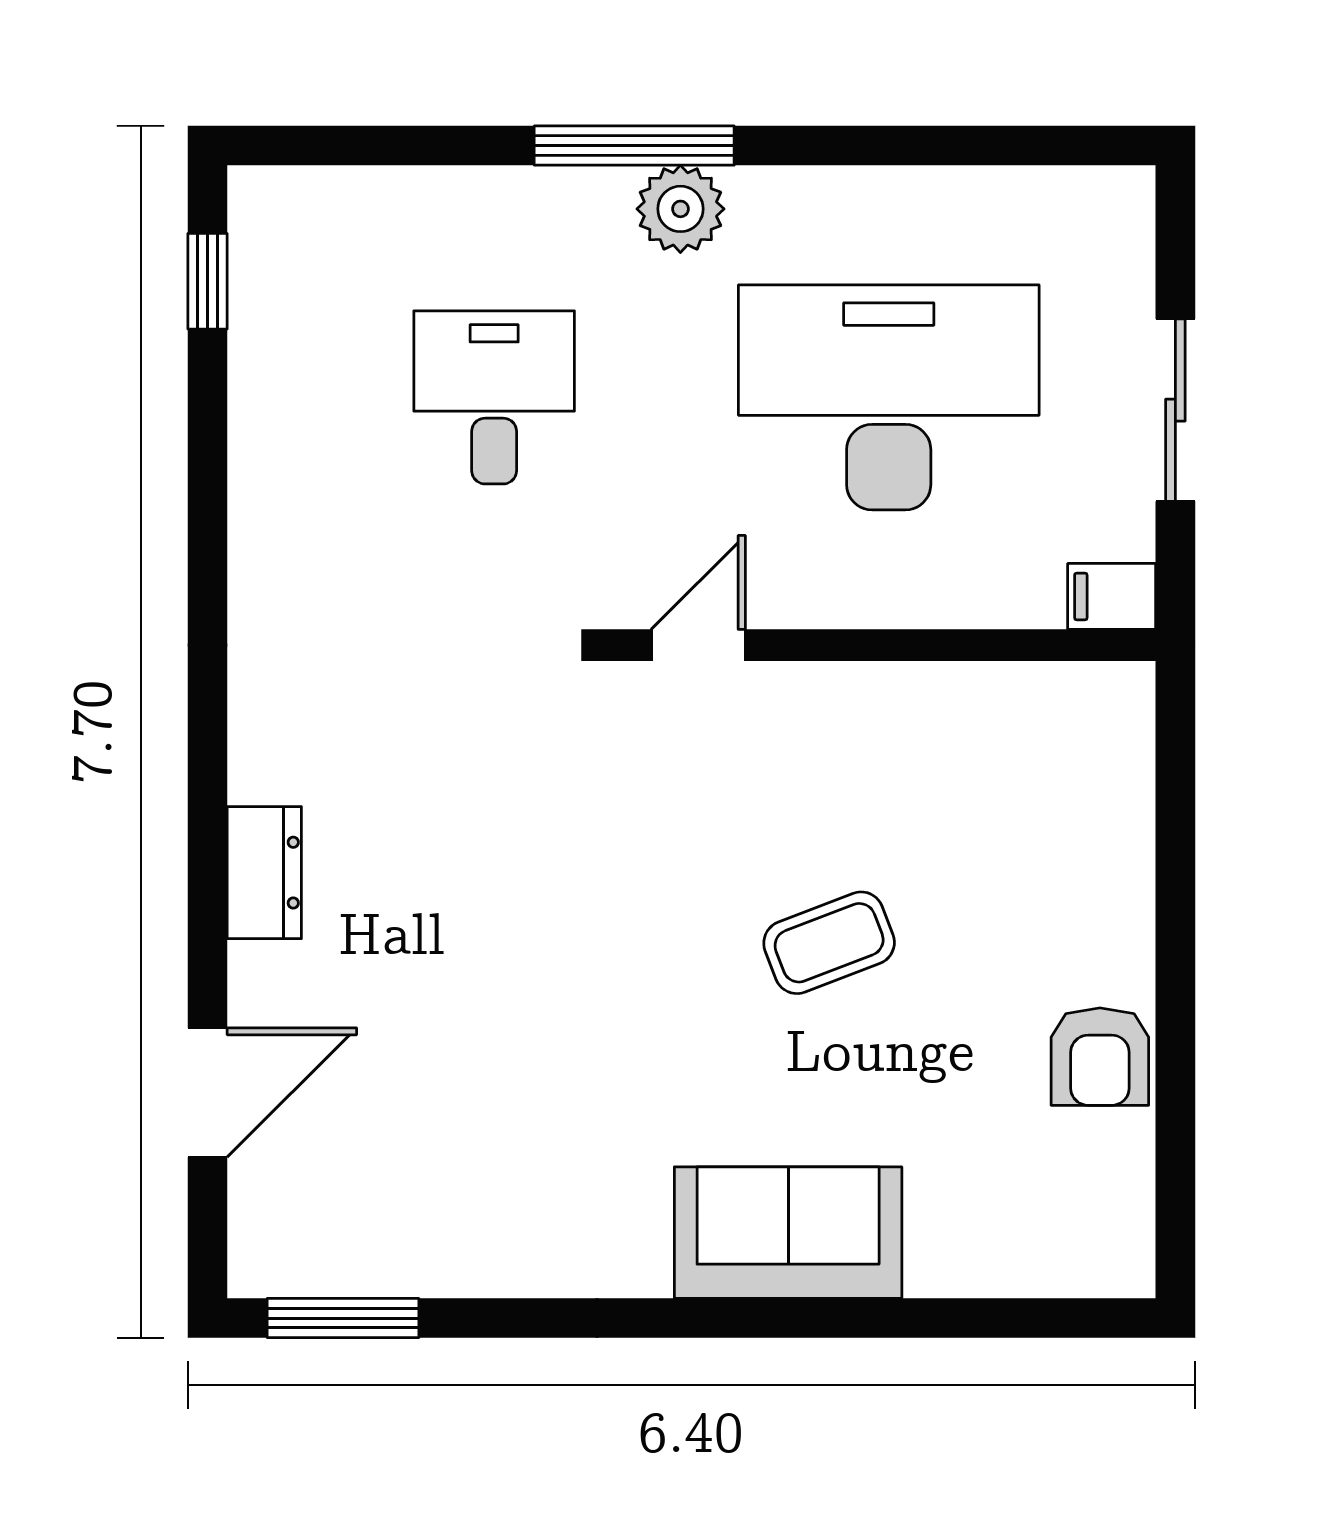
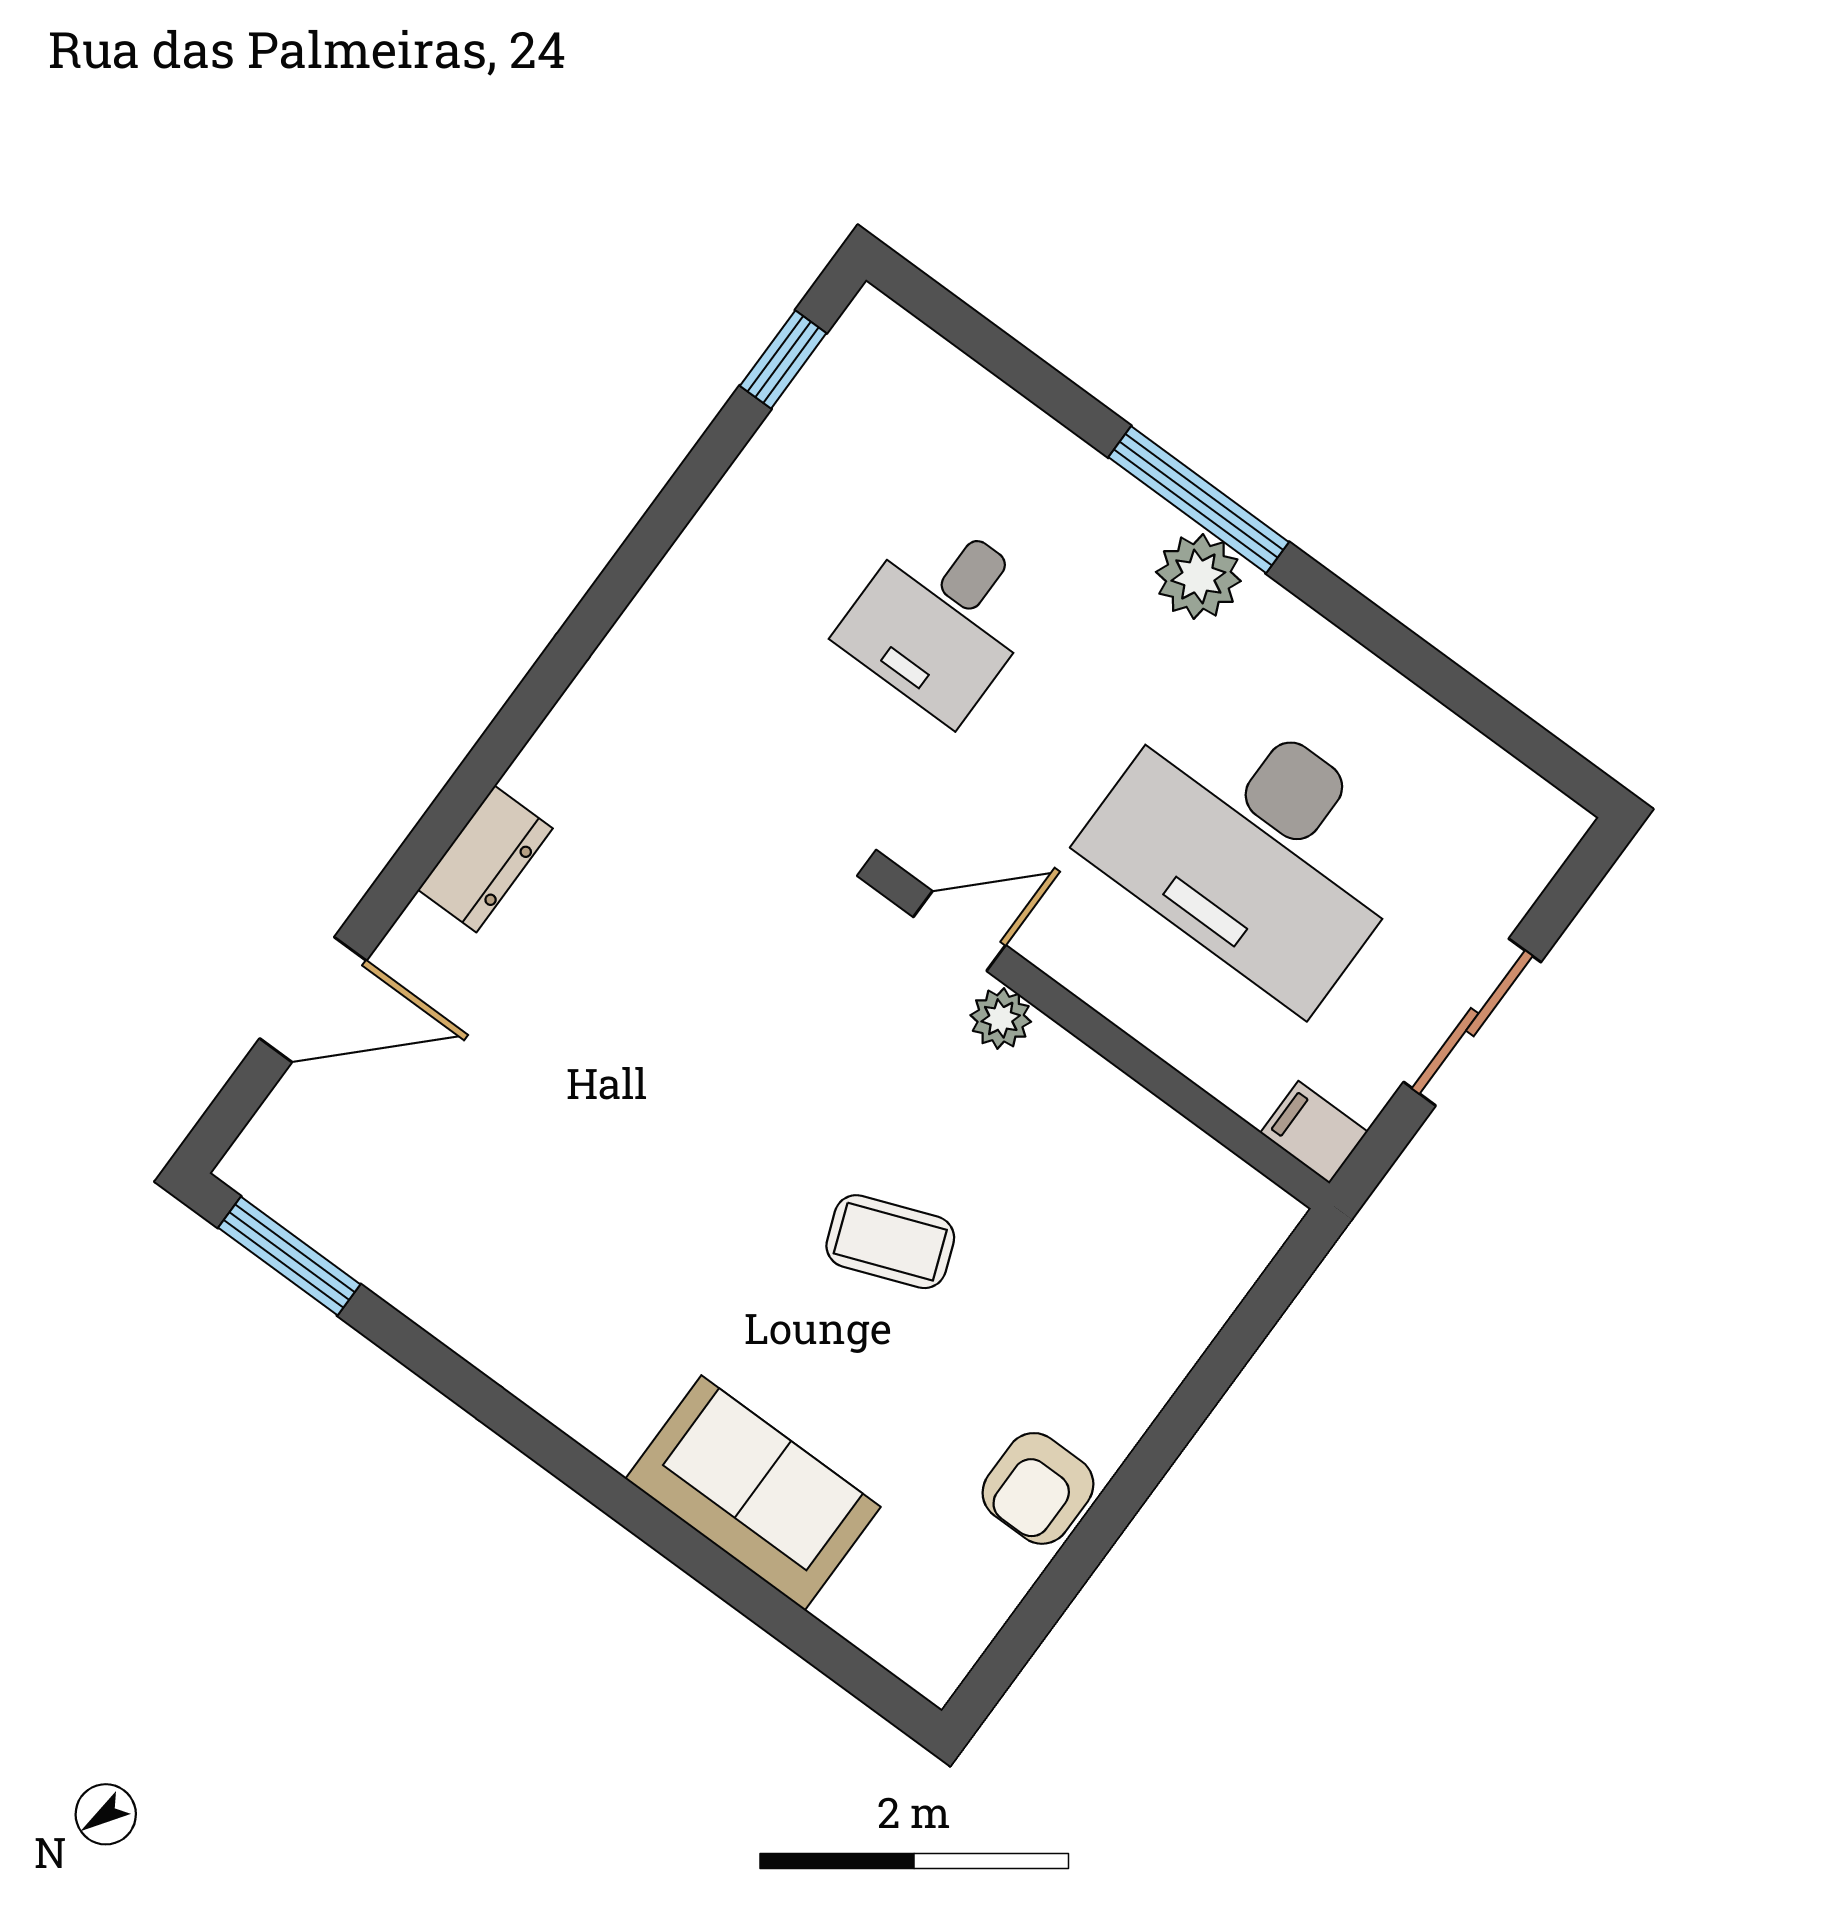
desk: (494, 397) -> (942, 617), turned 180
desk: (889, 397) -> (1253, 846), turned 180
plant: (785, 692) -> (1001, 1018), added
sofa: (788, 1233) -> (753, 1493), moved

